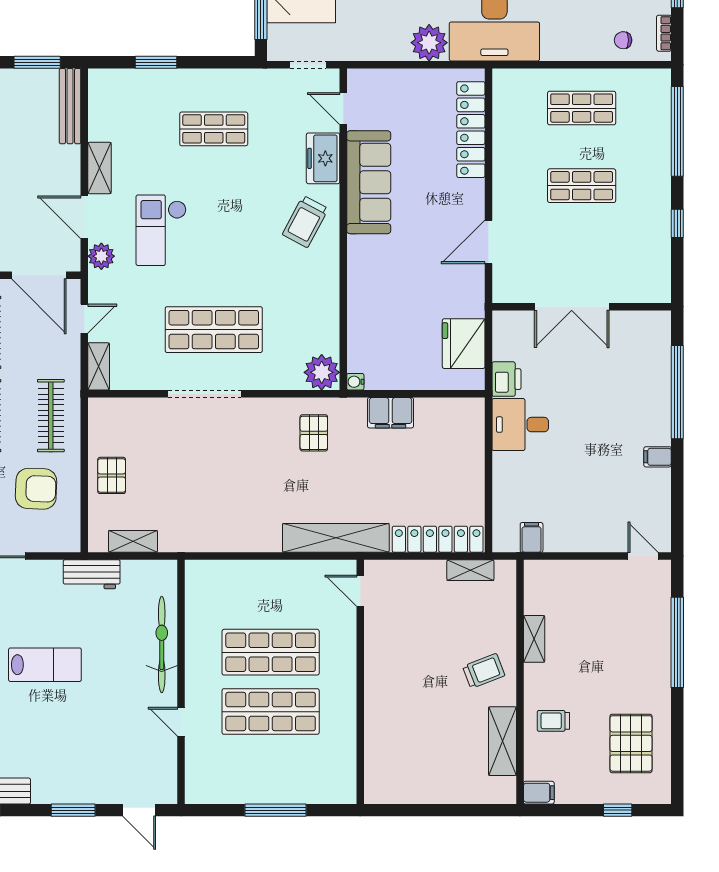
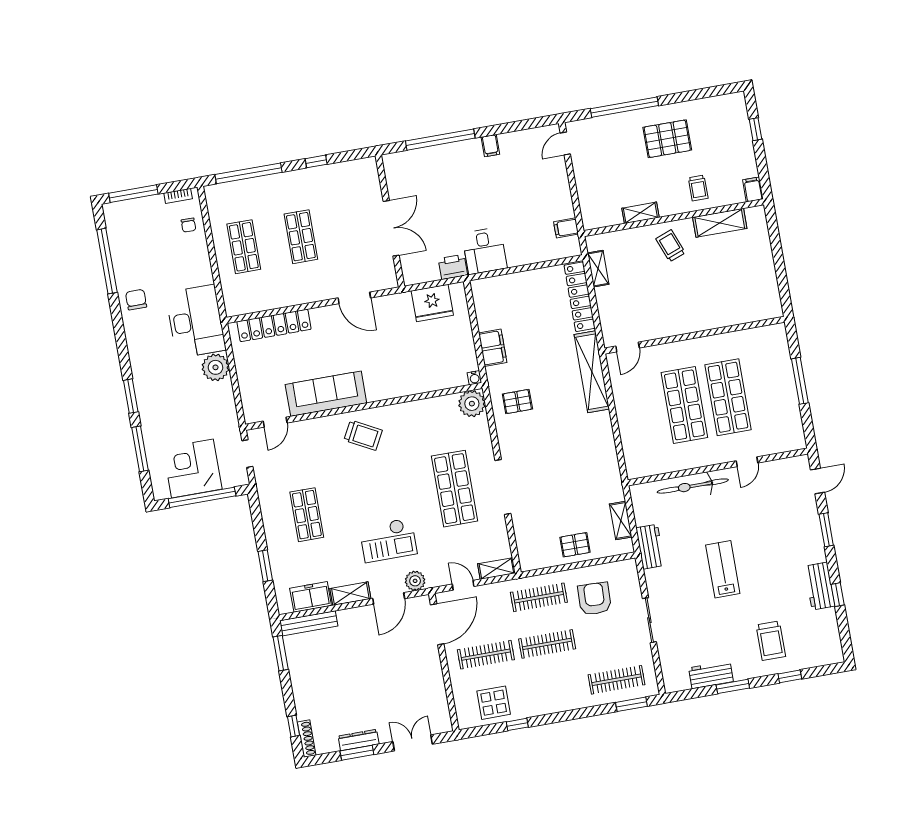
freezer: (323, 158) -> (311, 597), moved, turned 180
pallet: (631, 743) -> (667, 139), moved

